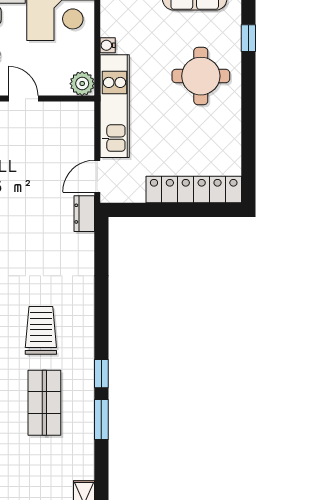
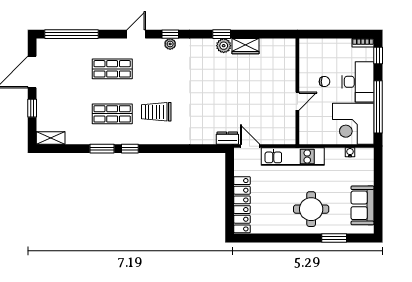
window: (248, 38) -> (334, 238), width x1.50
water cooler: (108, 45) -> (350, 152), moved
plant: (82, 84) -> (307, 137), removed
trolley: (41, 330) -> (156, 112), turned 180

